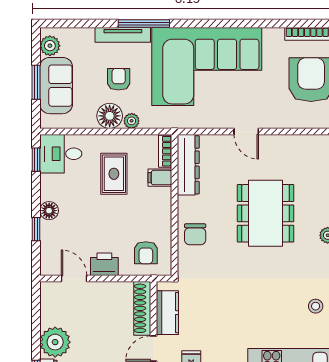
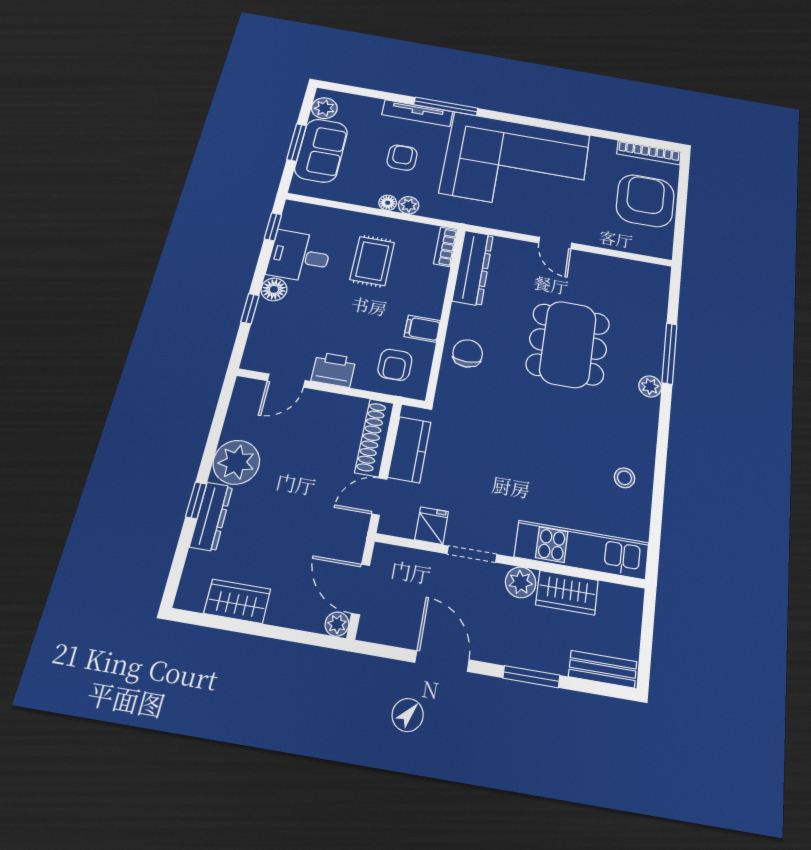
floor lamp: (110, 116) -> (388, 203), width x0.53, depth x0.53
desk: (61, 154) -> (299, 256), moved
filing cabinet: (160, 178) -> (422, 329), moved
chair: (195, 234) -> (468, 353), turned 180
door: (74, 279) -> (286, 381), swing flipped

